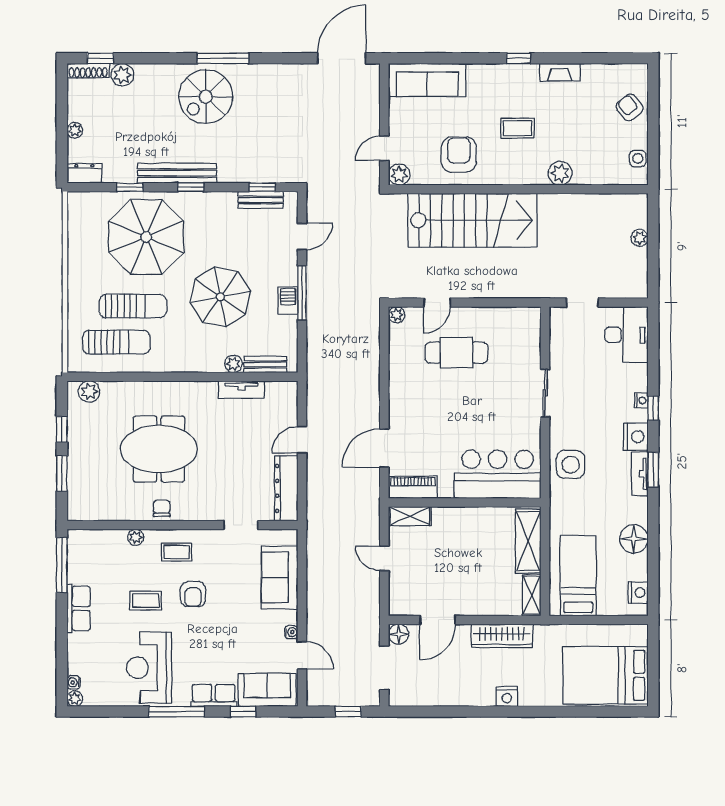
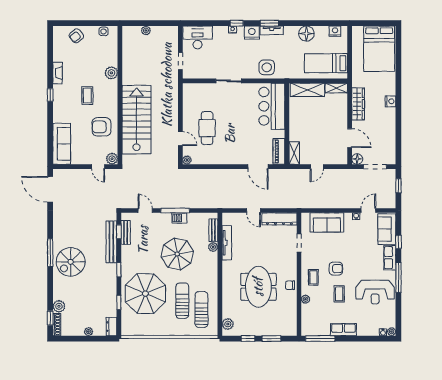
spiral stairs: (206, 97) -> (71, 262), turned 90
bench: (177, 173) -> (111, 242), moved
tv unit: (241, 390) -> (227, 243), width x1.41

